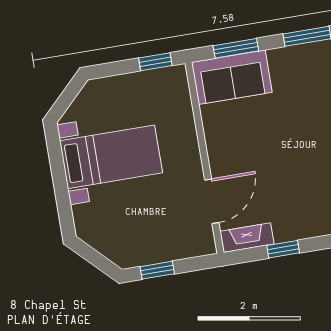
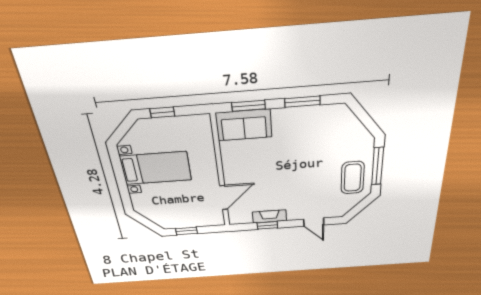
window: (155, 62) -> (162, 112), moved
fireplace: (247, 238) -> (269, 216), moved

